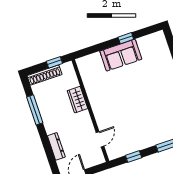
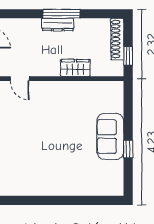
window: (35, 110) -> (61, 14), moved
dresser: (56, 146) -> (58, 25), moved

